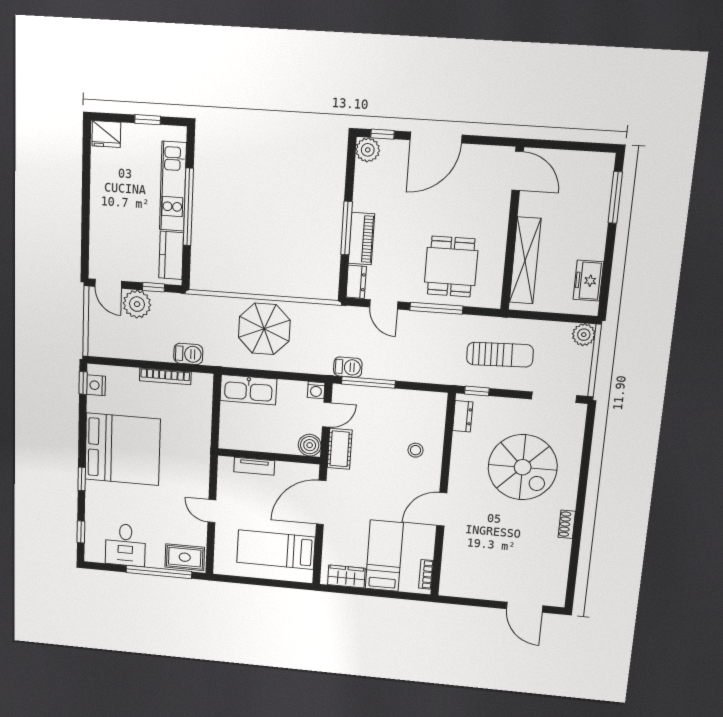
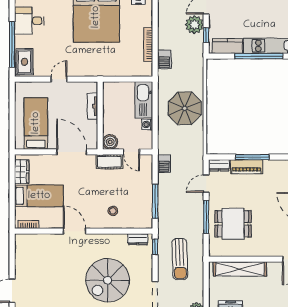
window: (368, 382) -> (155, 201), moved
washing machine: (316, 390) -> (147, 124), moved

